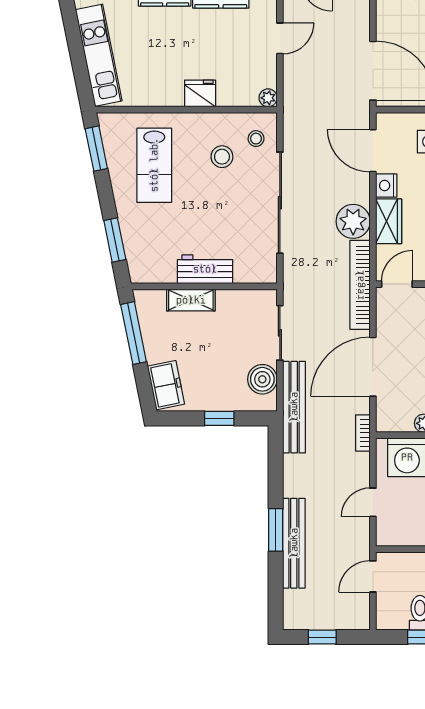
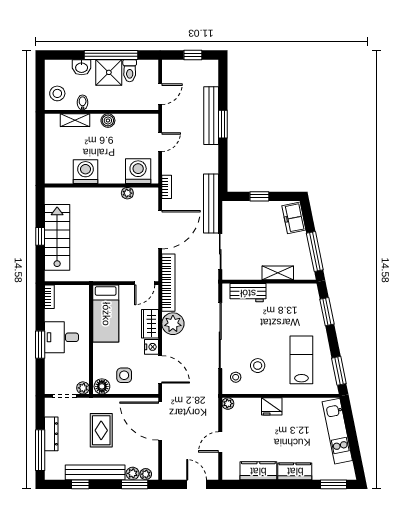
workbench: (205, 269) -> (248, 293), moved
boiler: (262, 379) -> (232, 222), removed

